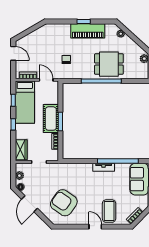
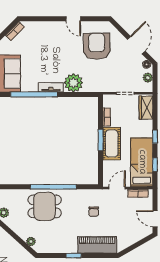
piano: (88, 31) -> (97, 245), moved
door: (46, 80) -> (117, 188), swing flipped
plant: (84, 171) -> (73, 83), added
armchair: (64, 203) -> (97, 46), turned -126
coffee table: (109, 211) -> (44, 37), removed
door: (95, 227) -> (73, 19), moved

